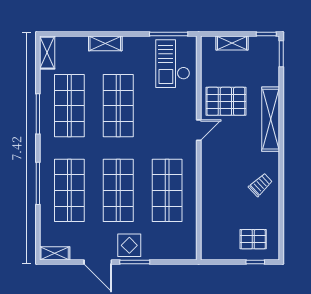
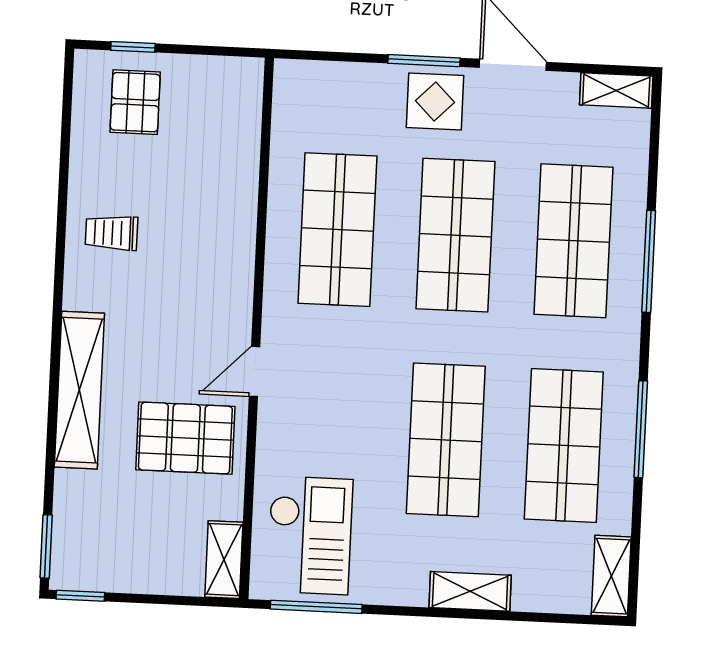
shelving: (232, 43) -> (224, 560), moved, turned 90
trolley: (260, 185) -> (112, 233), turned 43
pallet: (253, 239) -> (135, 102), turned 90

